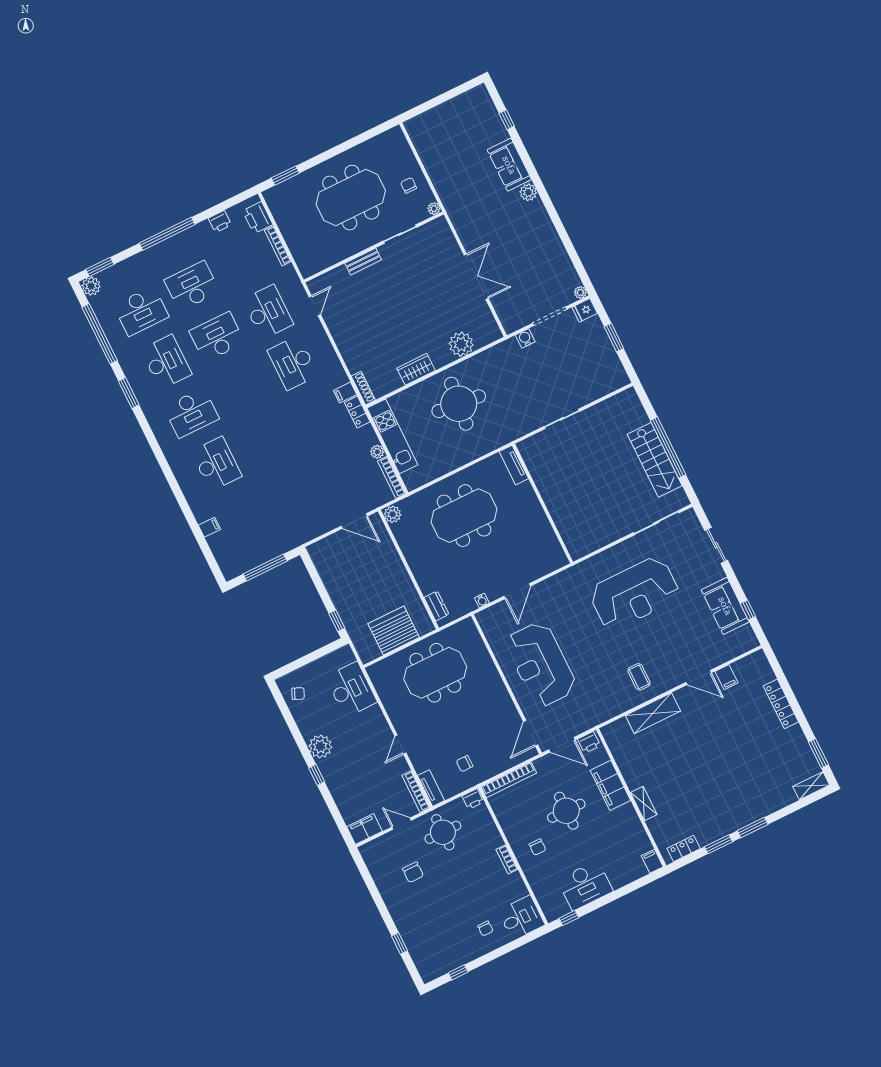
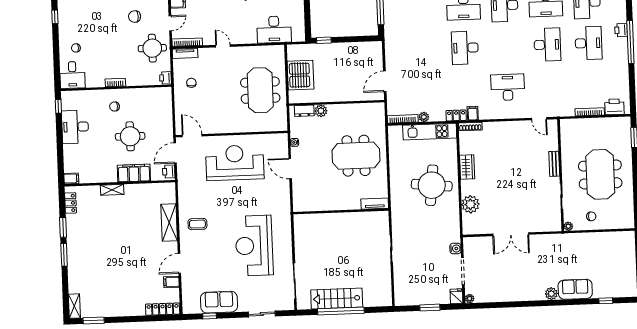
printer: (220, 222) -> (621, 30), moved
desk: (268, 312) -> (465, 48), moved, turned 90
plant: (393, 514) -> (321, 111), moved
meeting table: (464, 516) -> (356, 156), turned 90
locker: (781, 704) -> (163, 309), moved
bookcase: (509, 780) -> (168, 107), removed

